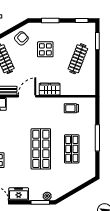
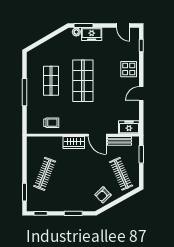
display table: (45, 49) -> (78, 184), removed
door: (27, 96) -> (97, 135), hinge flipped
freezer: (19, 194) -> (92, 34), moved

